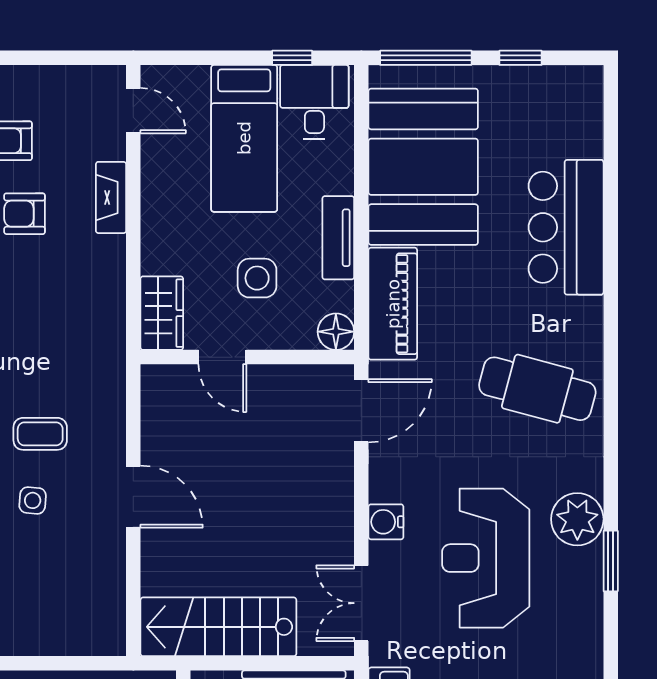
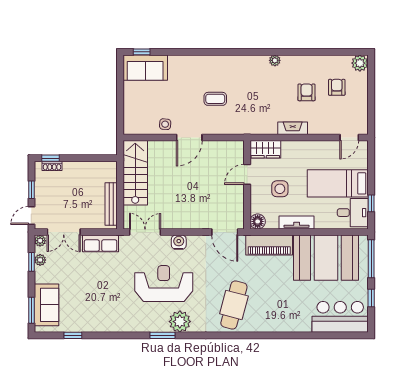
fireplace: (111, 197) -> (293, 128), moved
bar counter: (566, 227) -> (340, 317), moved
coffee table: (40, 434) -> (215, 99), turned 90
side table: (33, 500) -> (165, 124), moved

